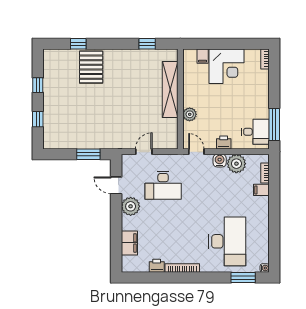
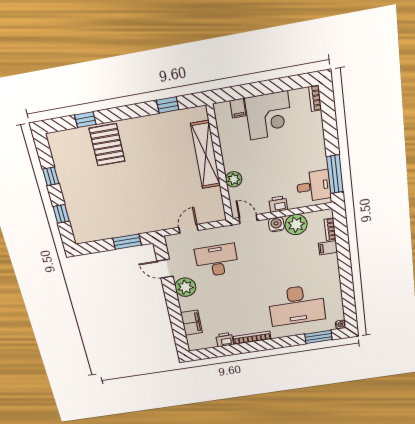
desk: (163, 185) -> (217, 260), turned 180
desk: (227, 241) -> (297, 305), turned 90

